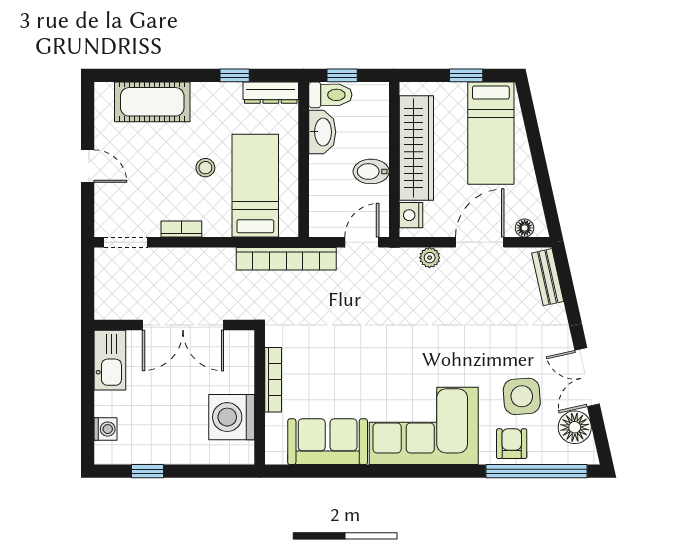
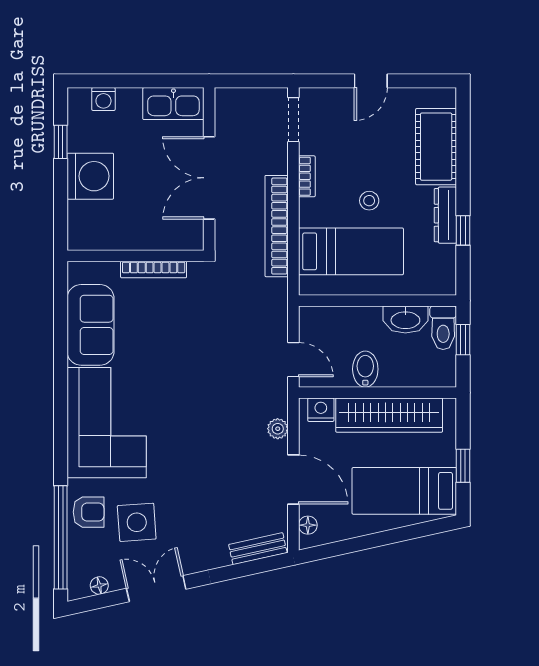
dresser: (271, 93) -> (445, 215), moved
bookcase: (286, 259) -> (277, 226), moved
washing machine: (232, 417) -> (90, 176), moved, turned 90
floor lamp: (575, 427) -> (99, 586), width x0.53, depth x0.53

